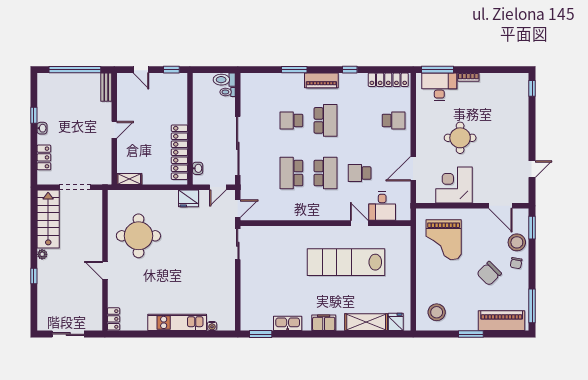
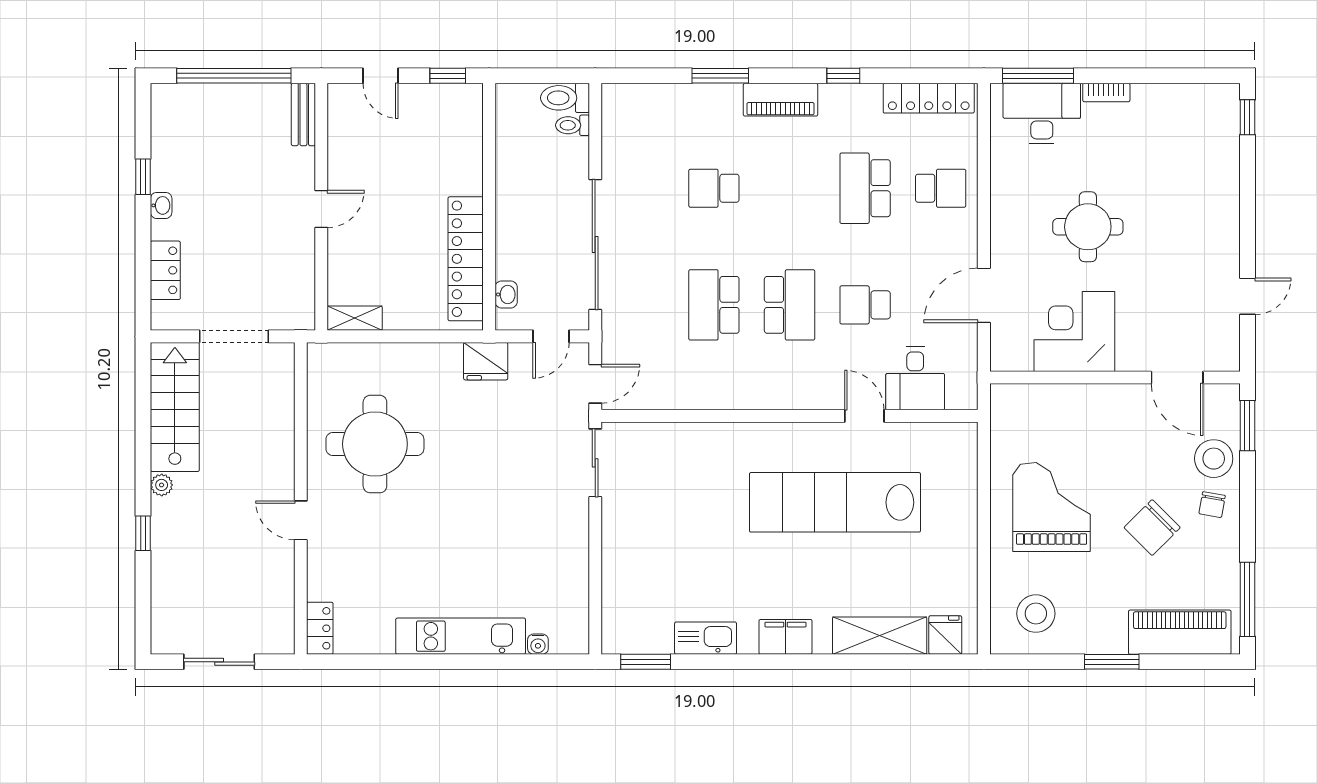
school desk: (325, 120) -> (865, 188), moved, turned 180
grand piano: (444, 240) -> (1052, 507), moved, turned 180

